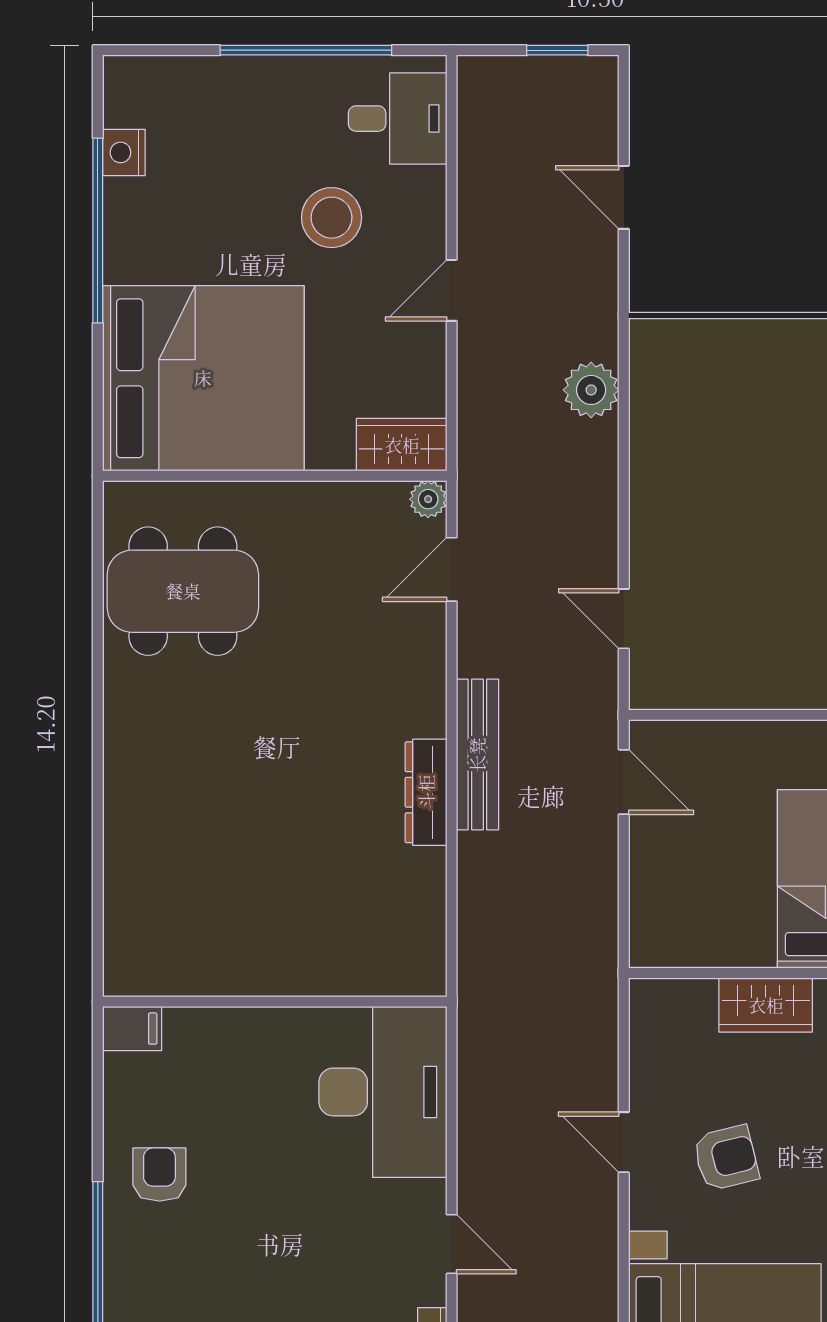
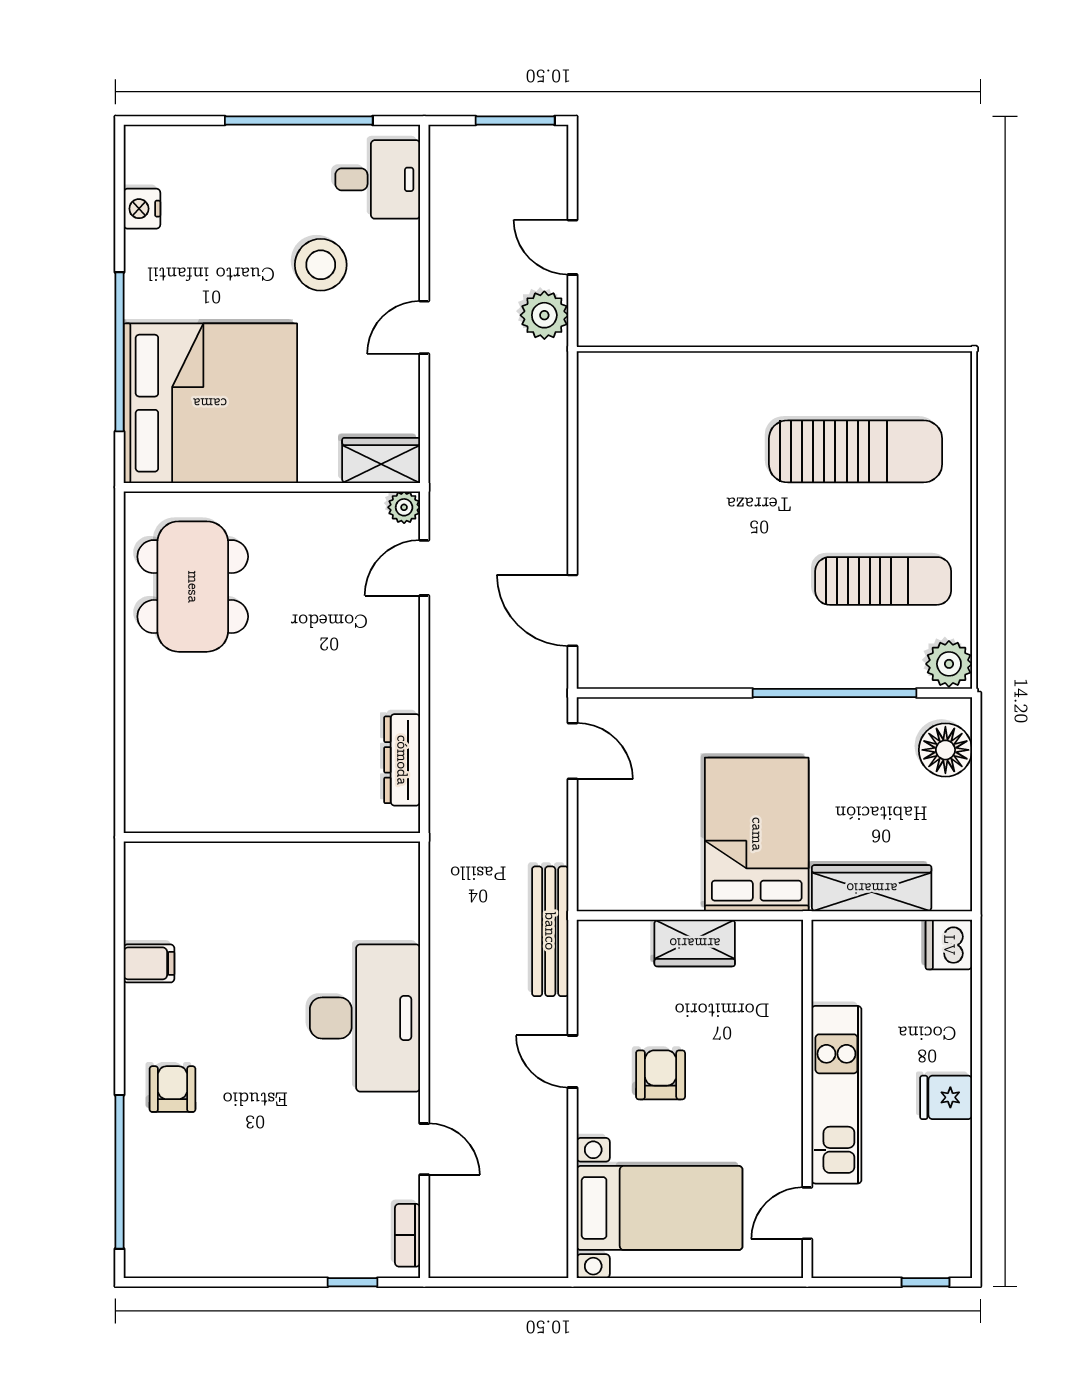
window: (557, 50) -> (515, 121), width x1.50
window: (98, 230) -> (119, 352), moved
plant: (591, 390) -> (544, 315), moved
dining table: (183, 591) -> (193, 587), turned 90
door: (624, 619) -> (572, 610), width x1.38
bench: (477, 755) -> (550, 931), moved
wall: (275, 1002) -> (272, 837), moved
armchair: (726, 1158) -> (661, 1075), turned -76

